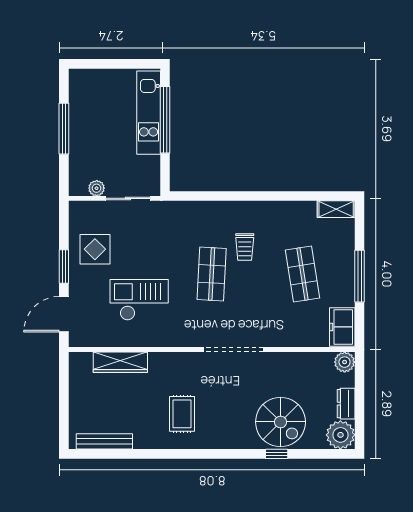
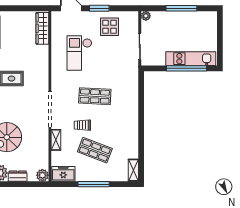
plant: (97, 188) -> (146, 16), moved
trolley: (245, 247) -> (82, 125), moved
shop shelf: (302, 274) -> (95, 150), turned 30
checkout: (139, 300) -> (79, 53), turned 180
shelving: (285, 339) -> (56, 140), added
wardrobe: (120, 362) -> (42, 28), moved

